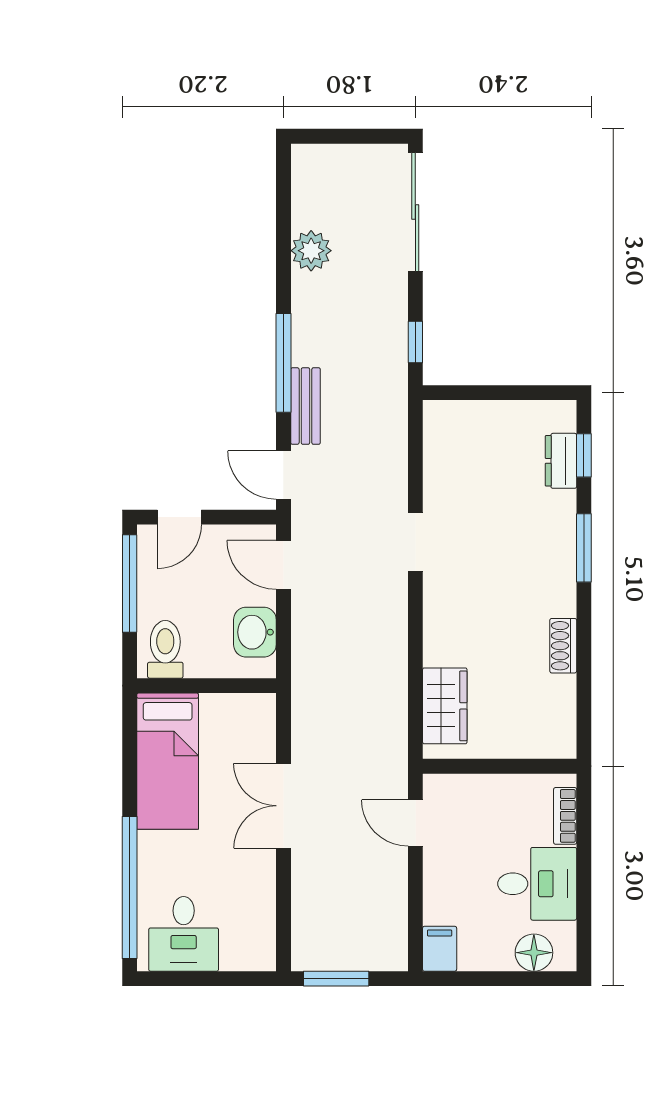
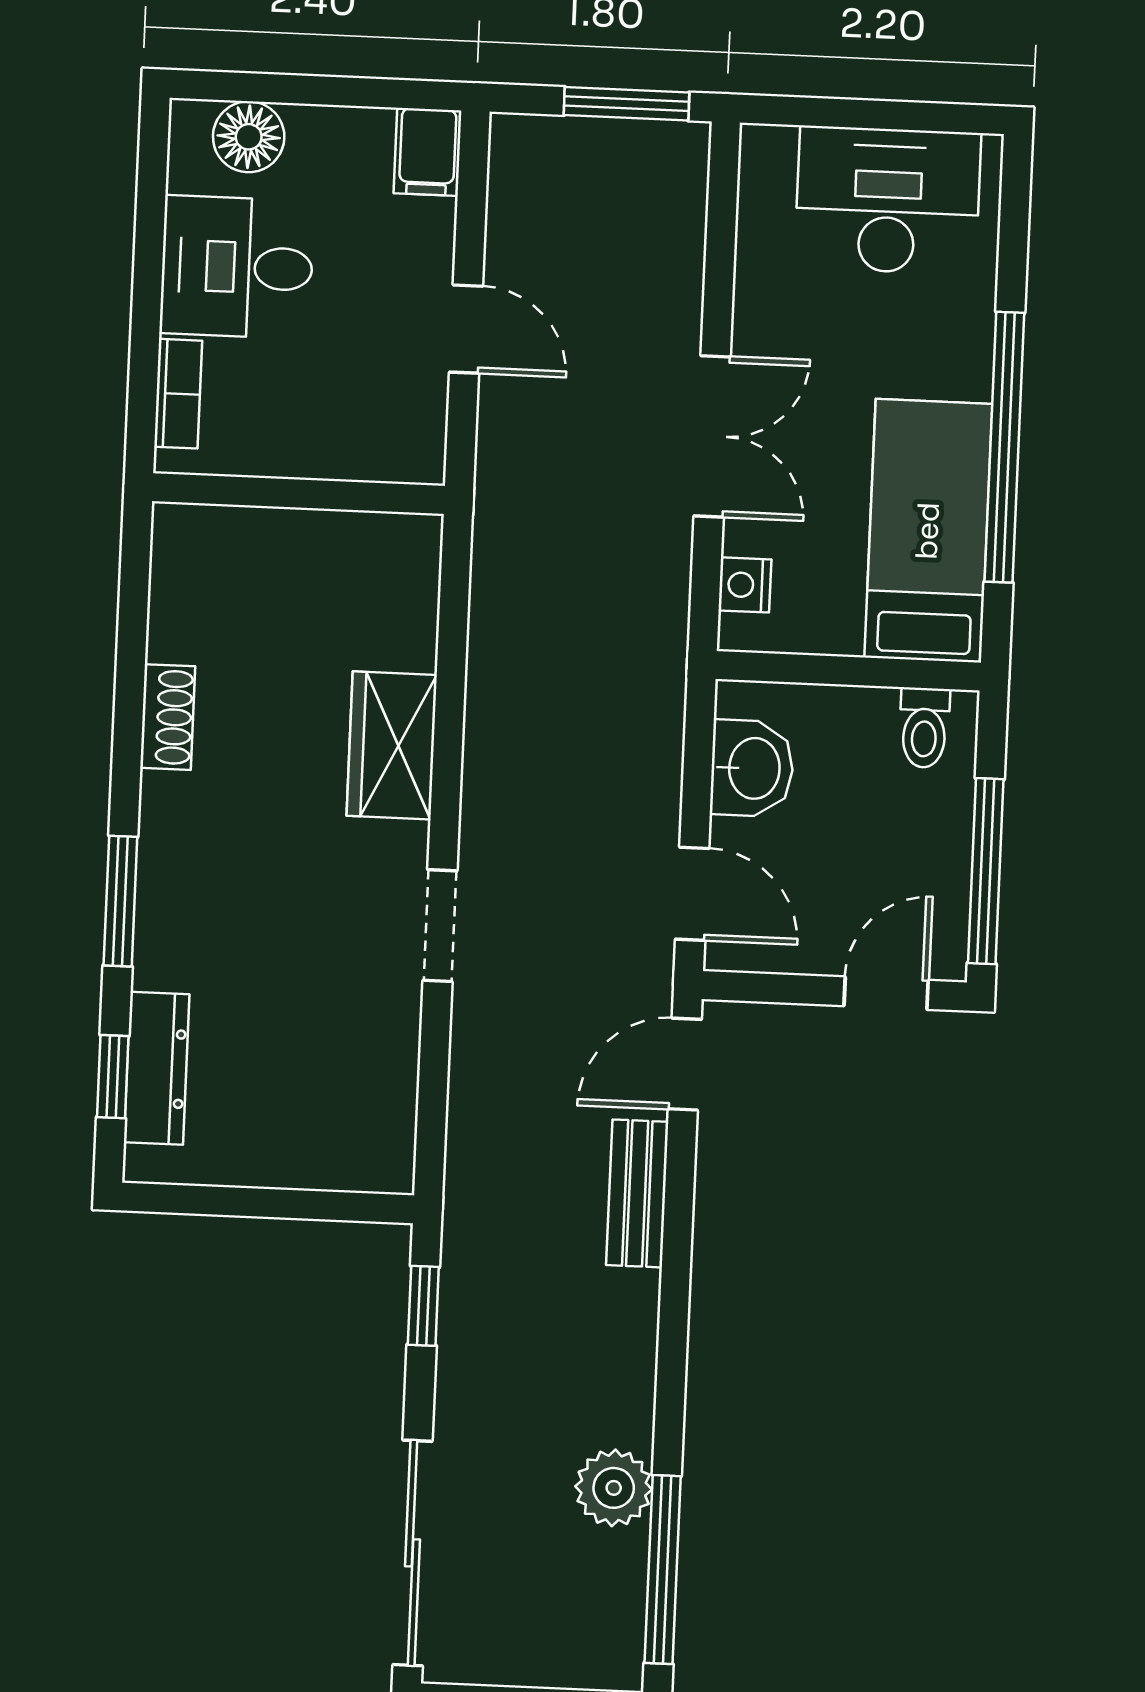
window: (283, 363) -> (663, 1570), moved
dresser: (561, 461) -> (157, 1068), width x1.44
door: (283, 475) -> (685, 1064), swing flipped
toilet: (165, 649) -> (924, 728), width x0.73, depth x0.72
wardrobe: (445, 706) -> (392, 745), moved
nightstand: (263, 728) -> (745, 585), added
door: (415, 823) -> (466, 329), moved
window: (130, 887) -> (1004, 447), moved
desk: (184, 934) -> (888, 200), width x1.37

